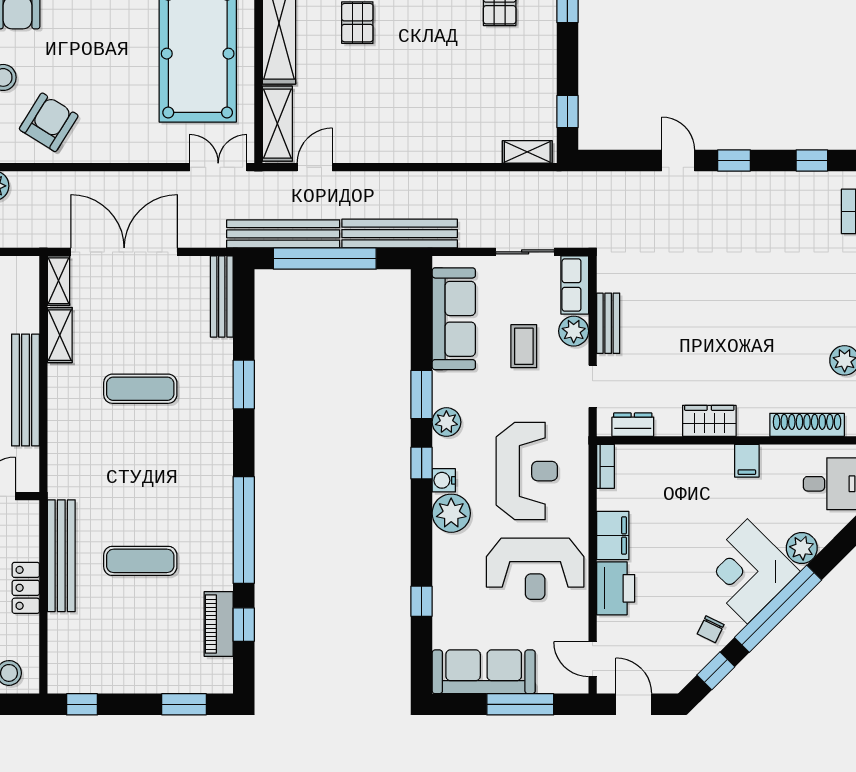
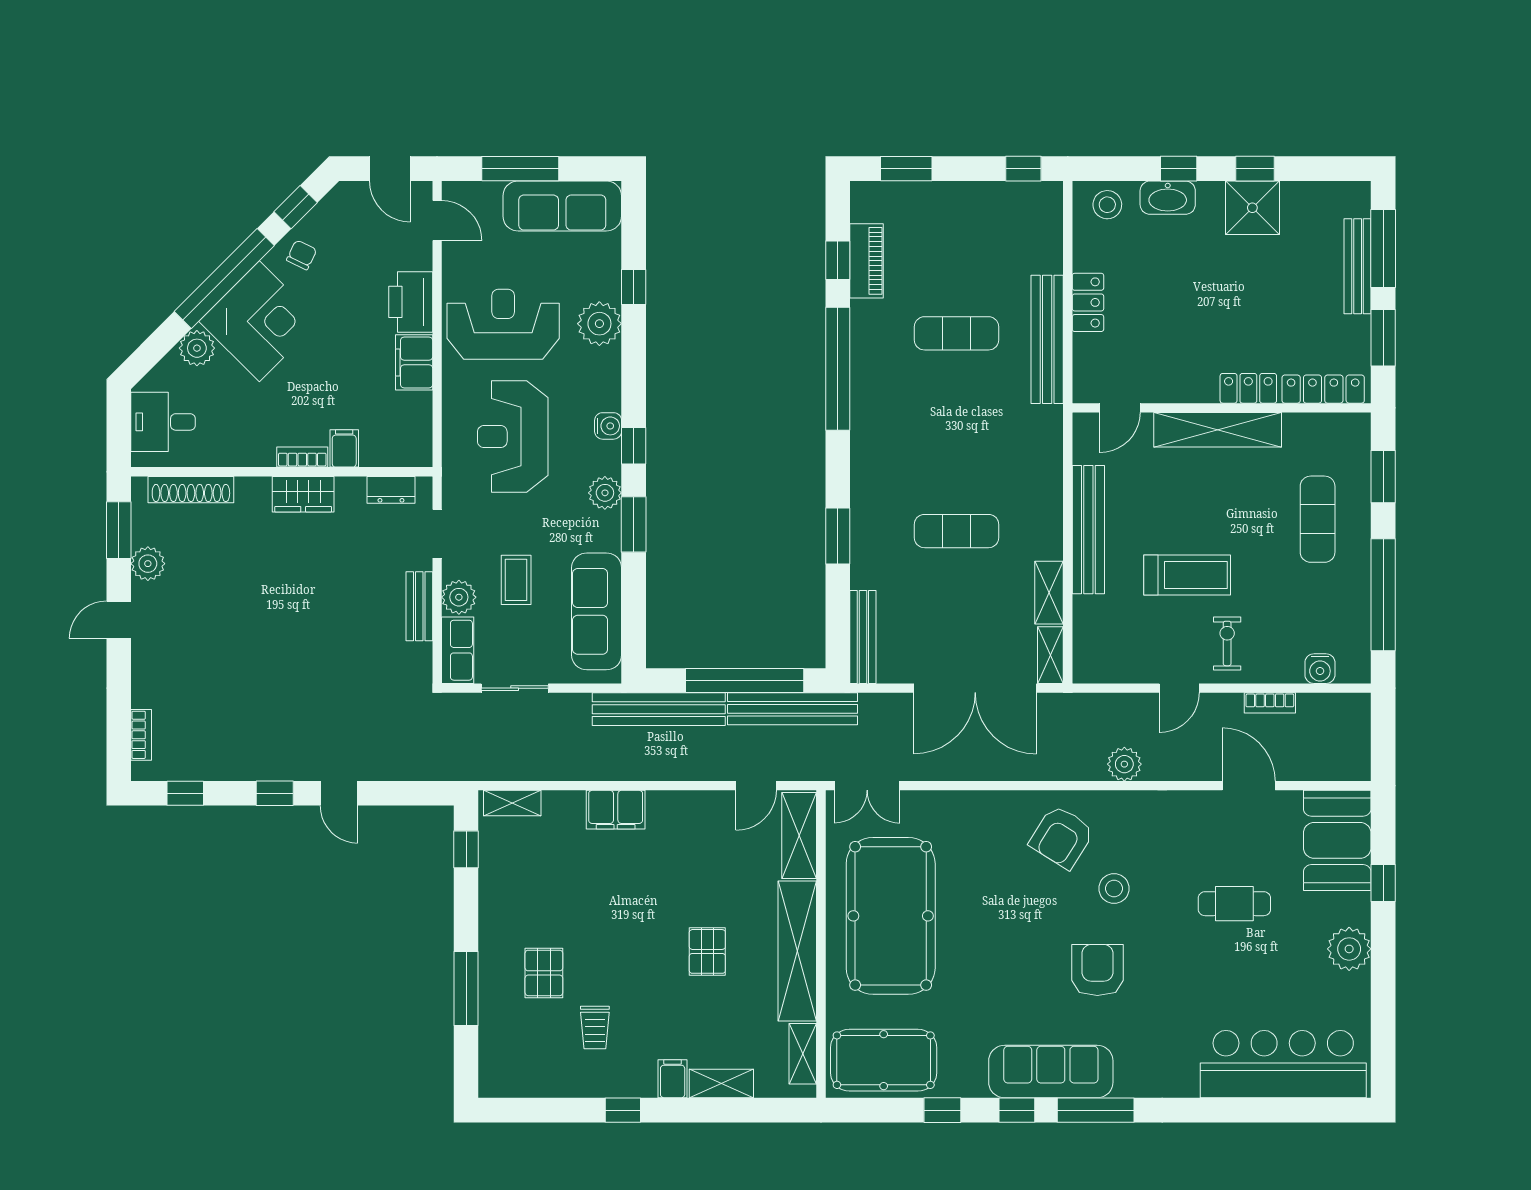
filing cabinet: (437, 146) -> (616, 810), added
filing cabinet: (747, 461) -> (344, 448), moved
bookcase: (605, 466) -> (302, 457), moved, turned 90
plant: (451, 513) -> (599, 324), moved

